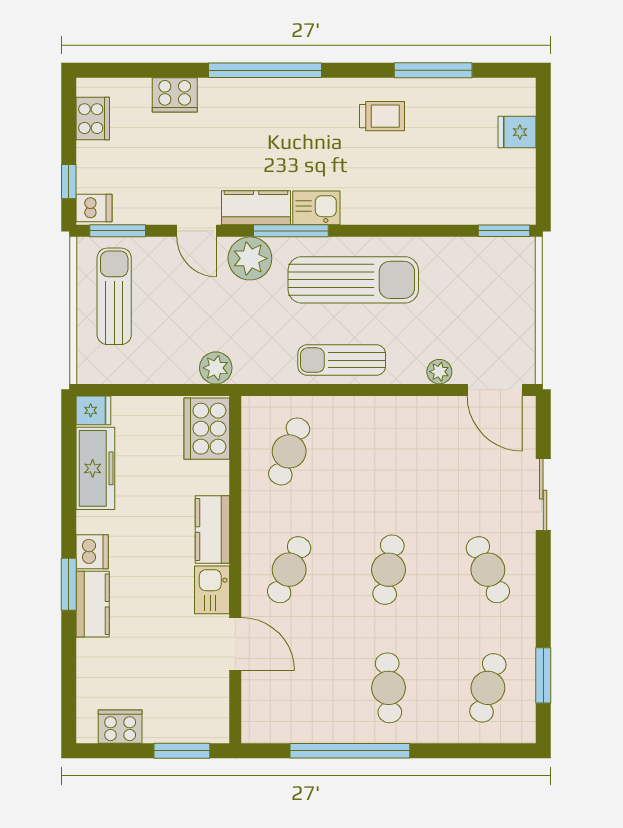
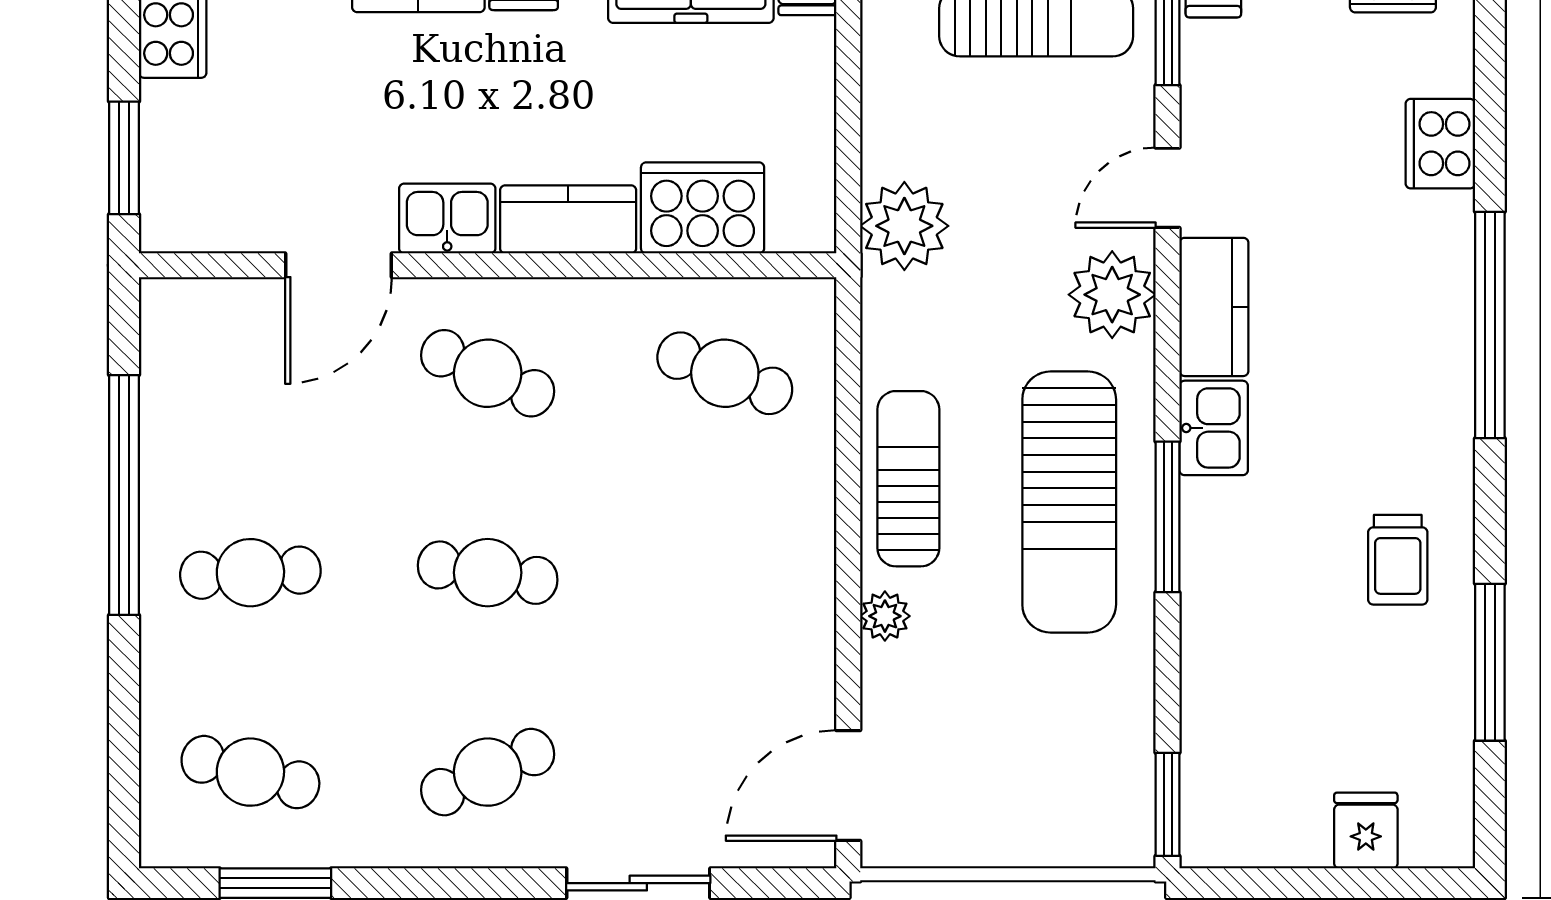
window: (291, 231) -> (1168, 517), moved
plant: (216, 368) -> (904, 226), width x1.36, depth x1.36
plant: (439, 372) -> (885, 616), moved
cooker: (207, 429) -> (703, 208), moved

